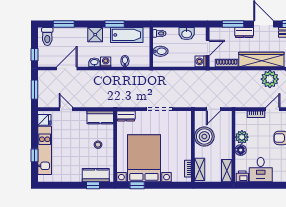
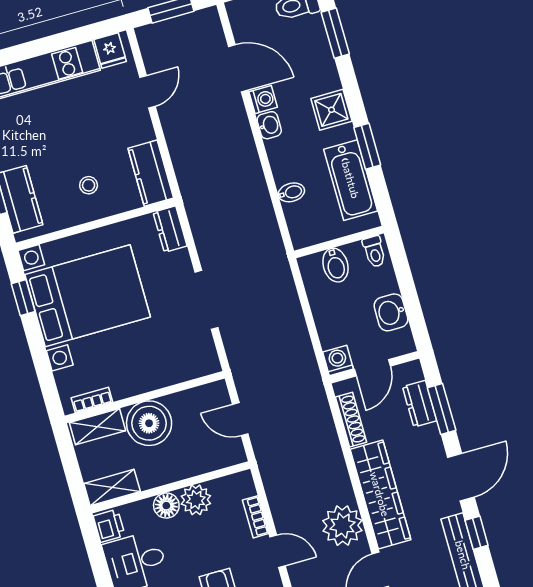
dresser: (244, 32) -> (420, 404), moved
door: (208, 48) -> (372, 368), hinge flipped
washing machine: (106, 62) -> (263, 100), moved
boiler: (204, 137) -> (149, 423), moved
window: (34, 155) -> (25, 51), removed

